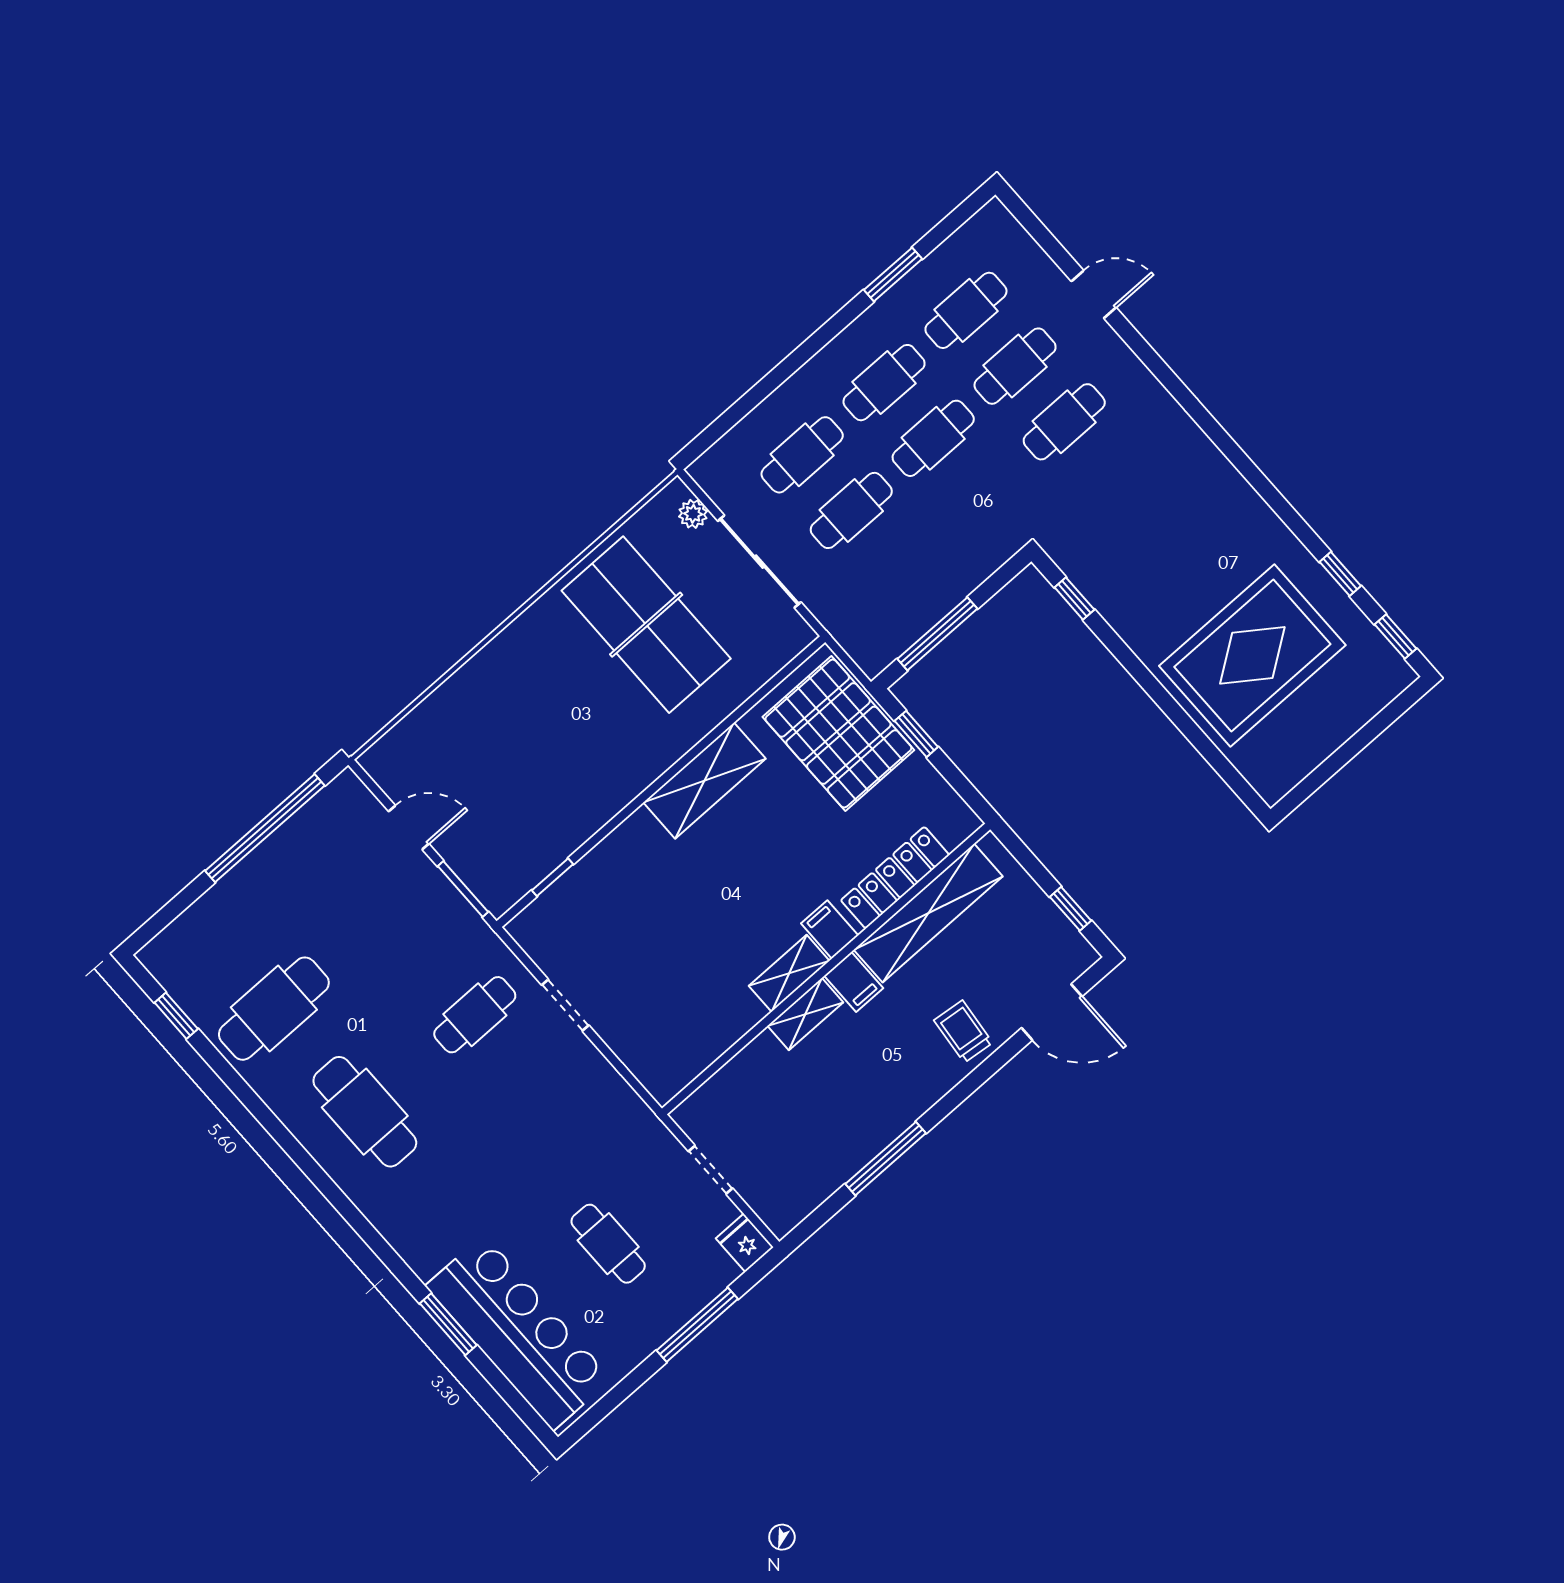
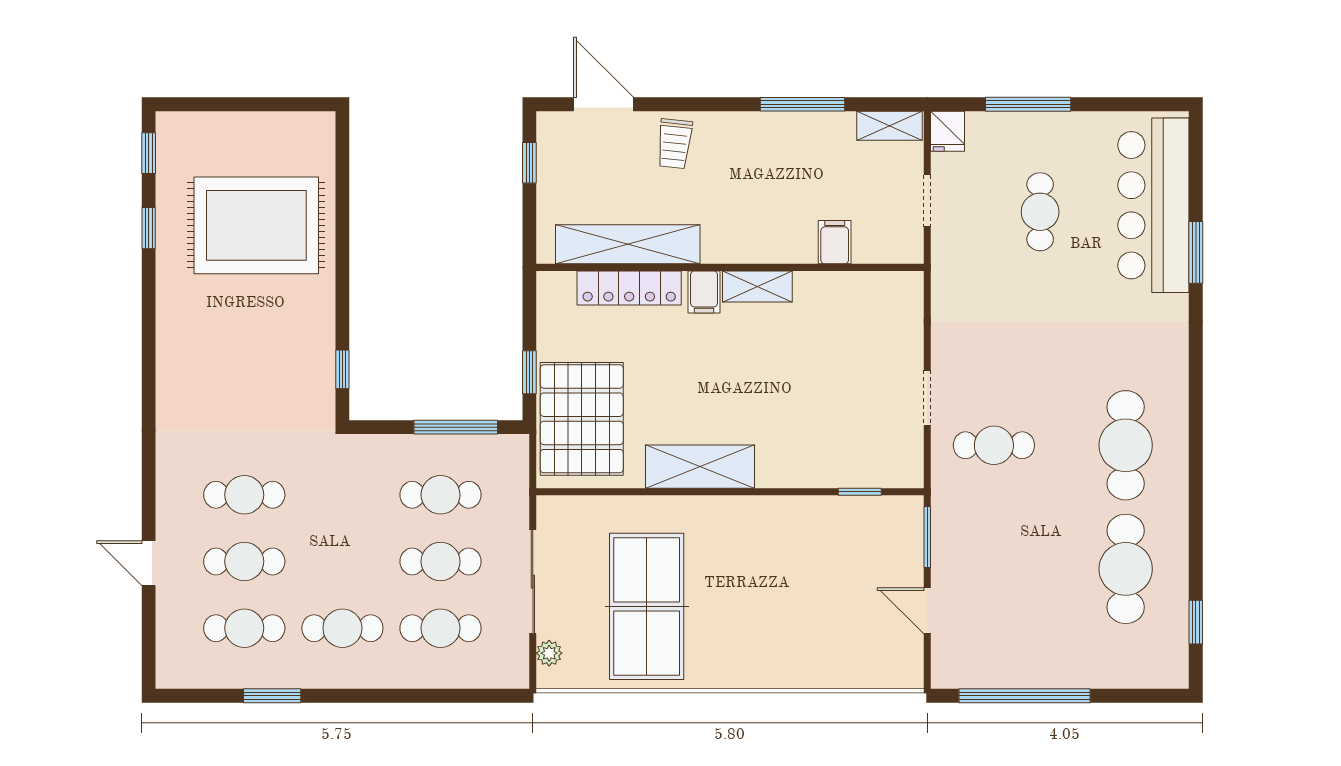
cafe table: (933, 438) -> (441, 495), moved
filing cabinet: (854, 982) -> (835, 242), moved
cafe table: (274, 1009) -> (1126, 569), turned 90
shelving: (805, 1014) -> (889, 126), moved

